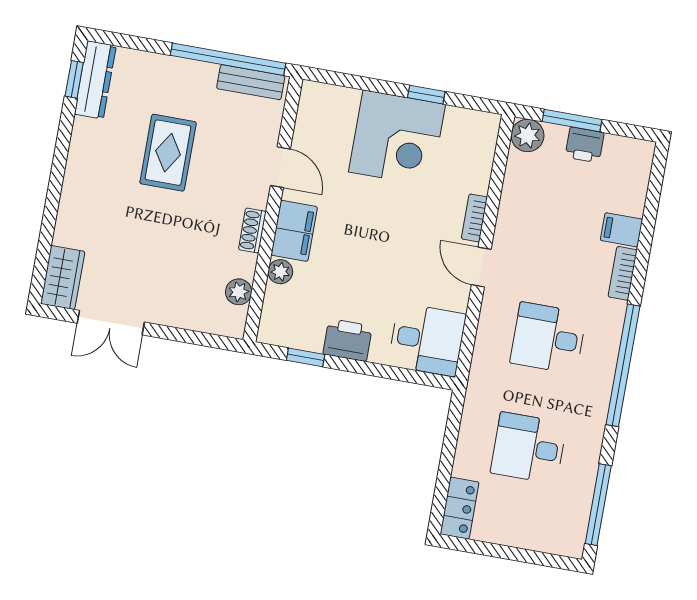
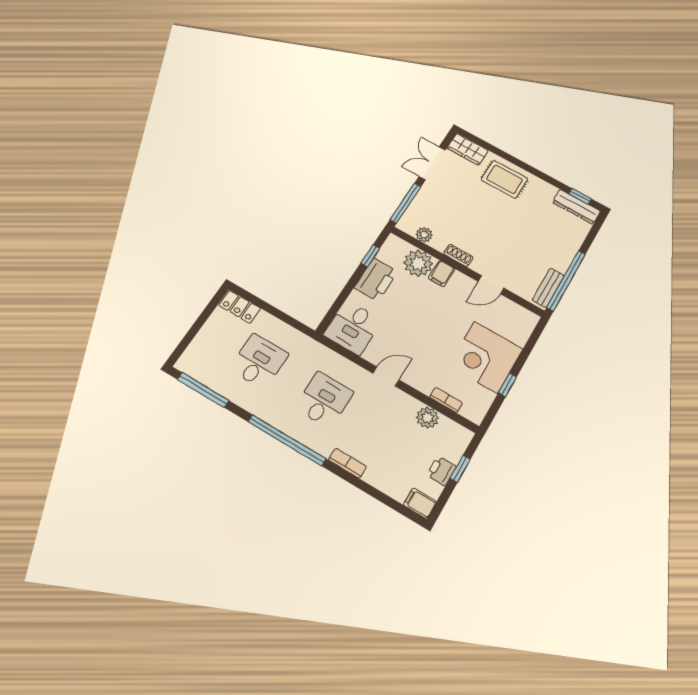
window: (572, 120) -> (460, 469), width x0.67
plant: (528, 135) -> (427, 418), moved
rug: (168, 153) -> (504, 179), moved
bookcase: (474, 218) -> (446, 400), moved
filing cabinet: (622, 230) -> (420, 503), moved, turned -90
filing cabinet: (294, 231) -> (442, 274), width x0.50
plant: (280, 272) -> (418, 263), width x1.88, depth x1.88
window: (197, 338) -> (405, 203), added
printer: (348, 340) -> (376, 280), width x1.37, depth x1.19

